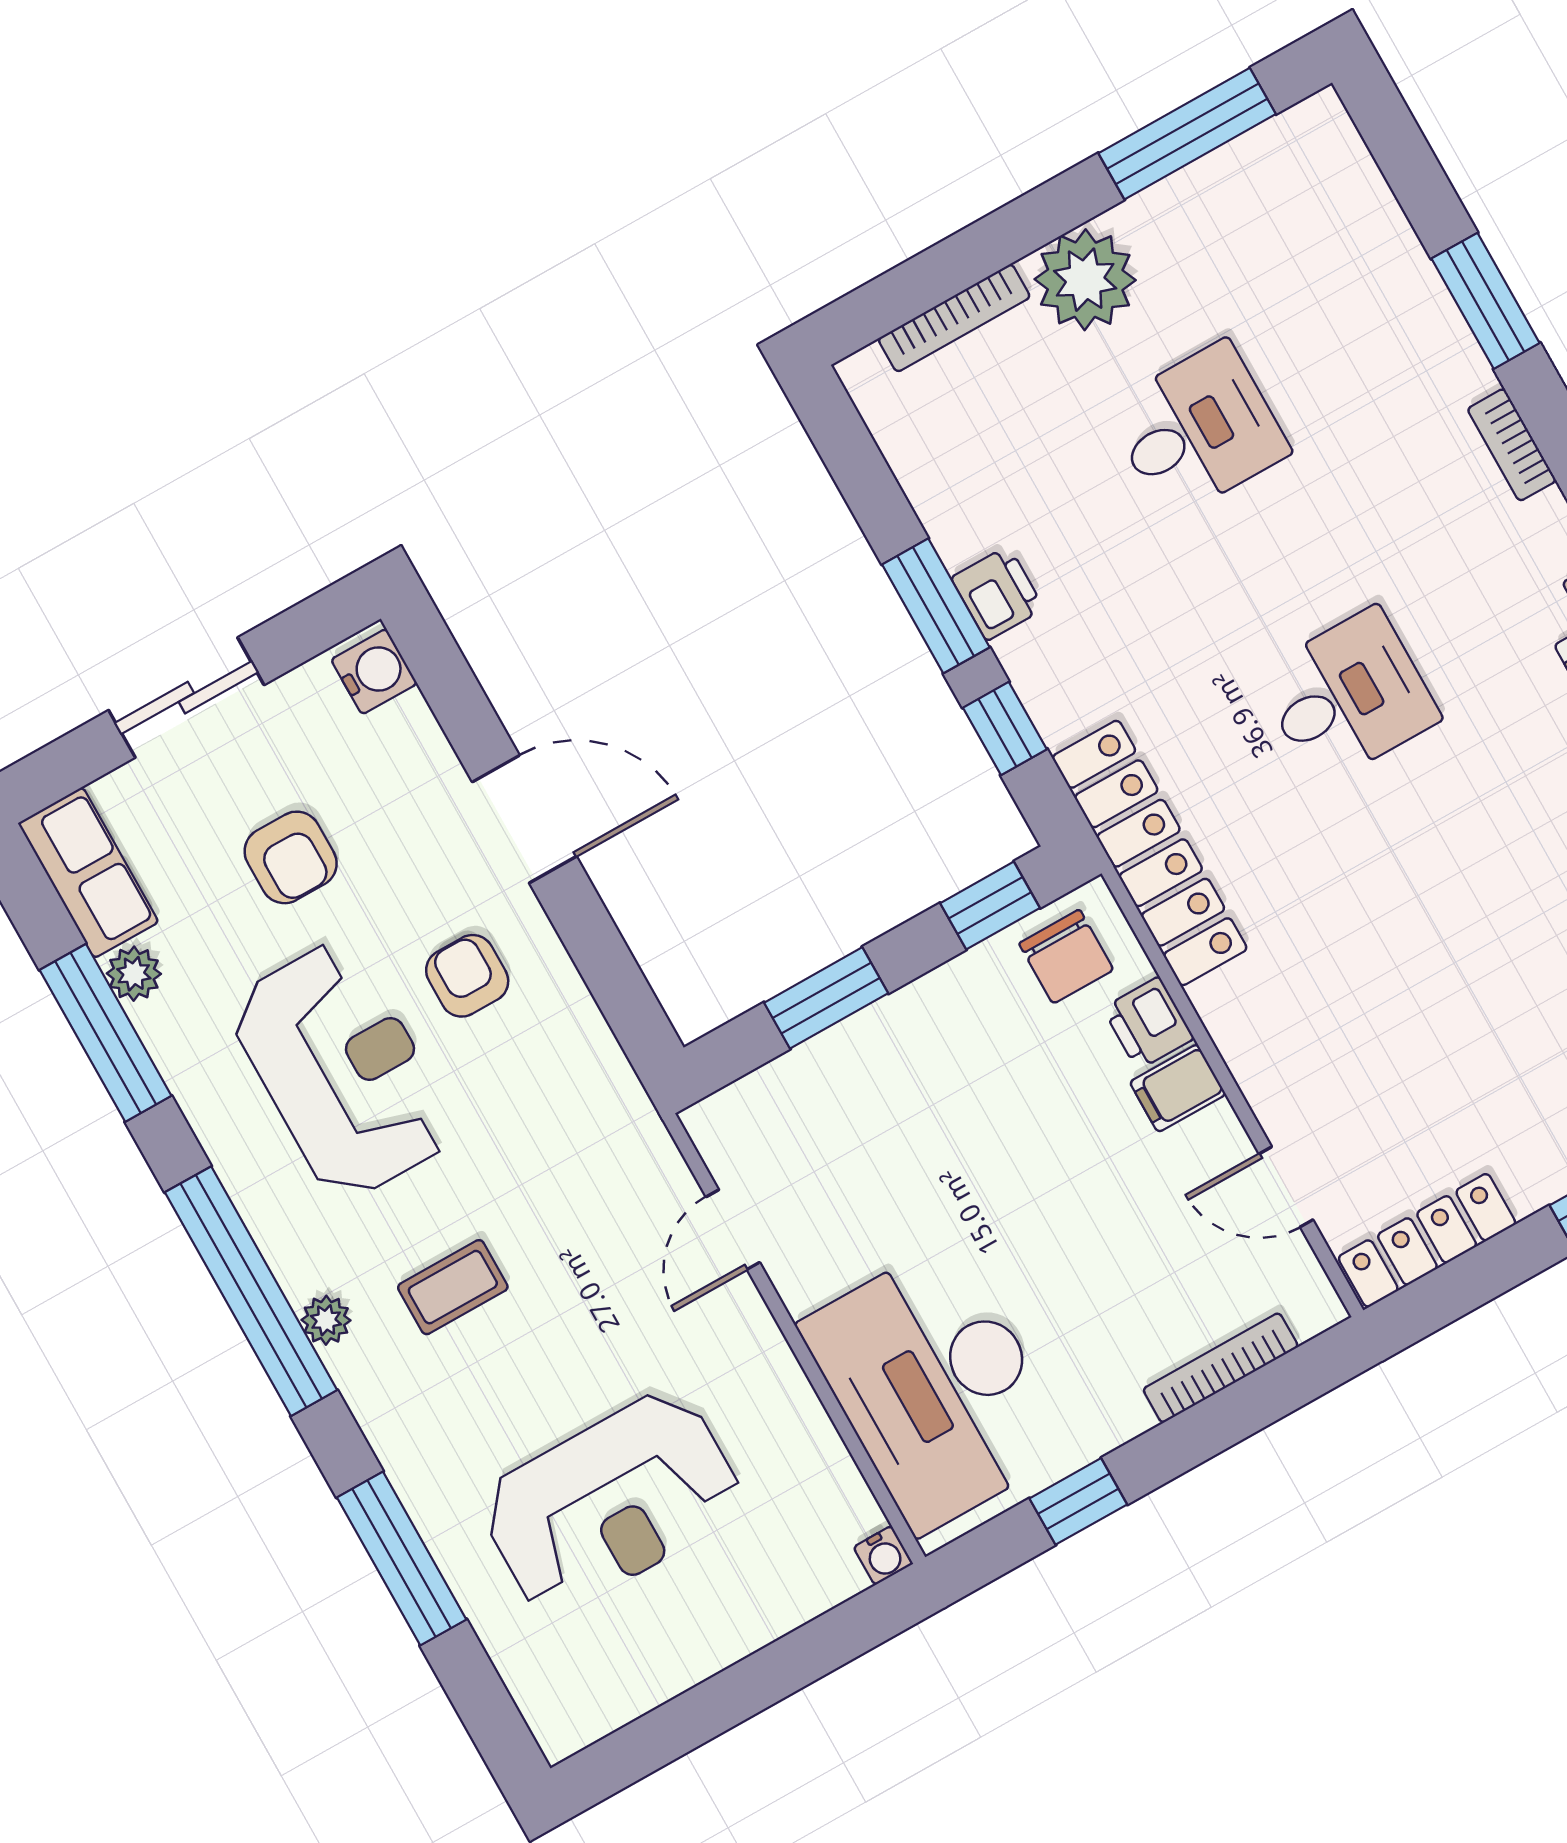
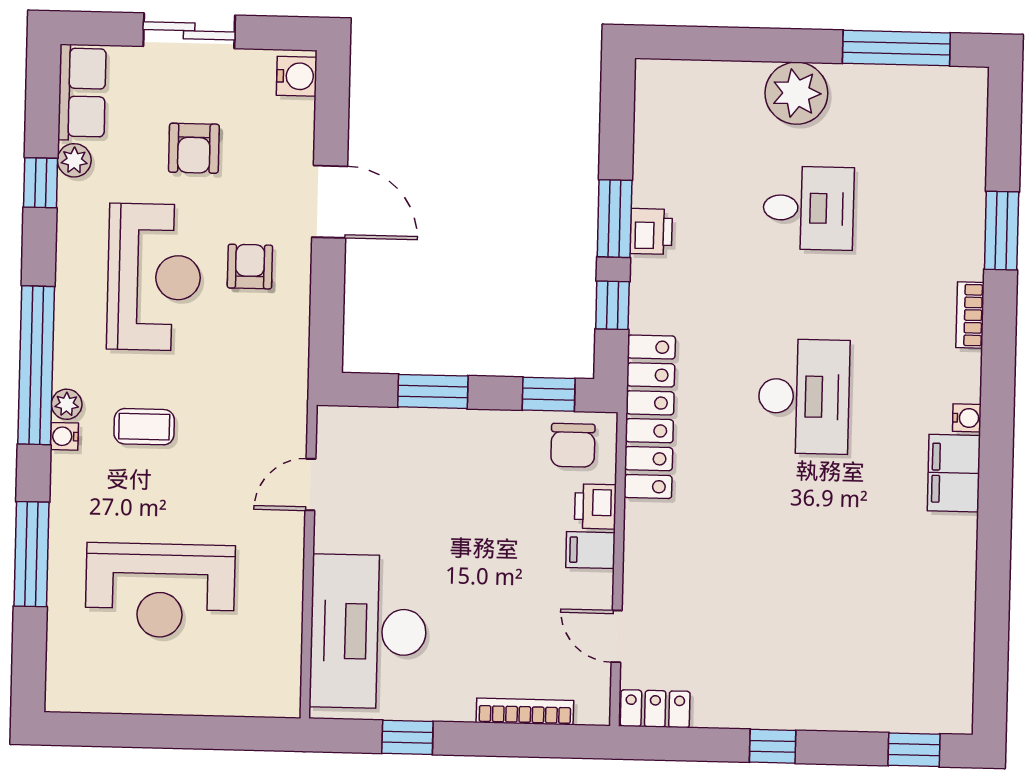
bookcase: (954, 318) -> (715, 72), removed
desk: (1348, 696) -> (804, 396), width x1.37
window: (106, 1033) -> (41, 183), width x0.46
locker: (1427, 1240) -> (655, 709), width x0.66
water cooler: (883, 1555) -> (64, 436), moved, turned 90

